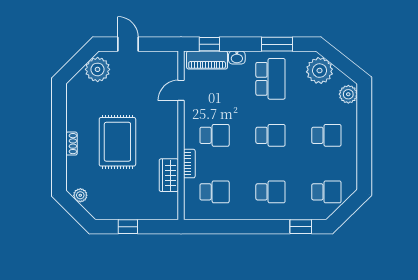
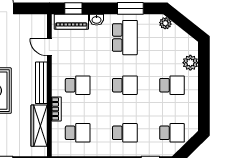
plant: (320, 71) -> (165, 23), width x0.53, depth x0.53
door: (181, 90) -> (49, 47), hinge flipped
plant: (348, 94) -> (190, 63), moved
bench: (171, 133) -> (41, 83), added
wardrobe: (169, 175) -> (39, 126), width x1.50

